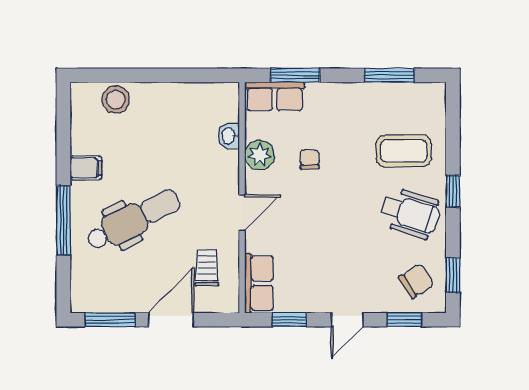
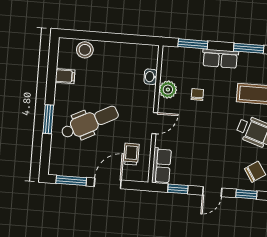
row of seats: (275, 96) -> (220, 59), moved
filing cabinet: (86, 168) -> (65, 76), moved
window: (63, 220) -> (48, 119), width x0.69

